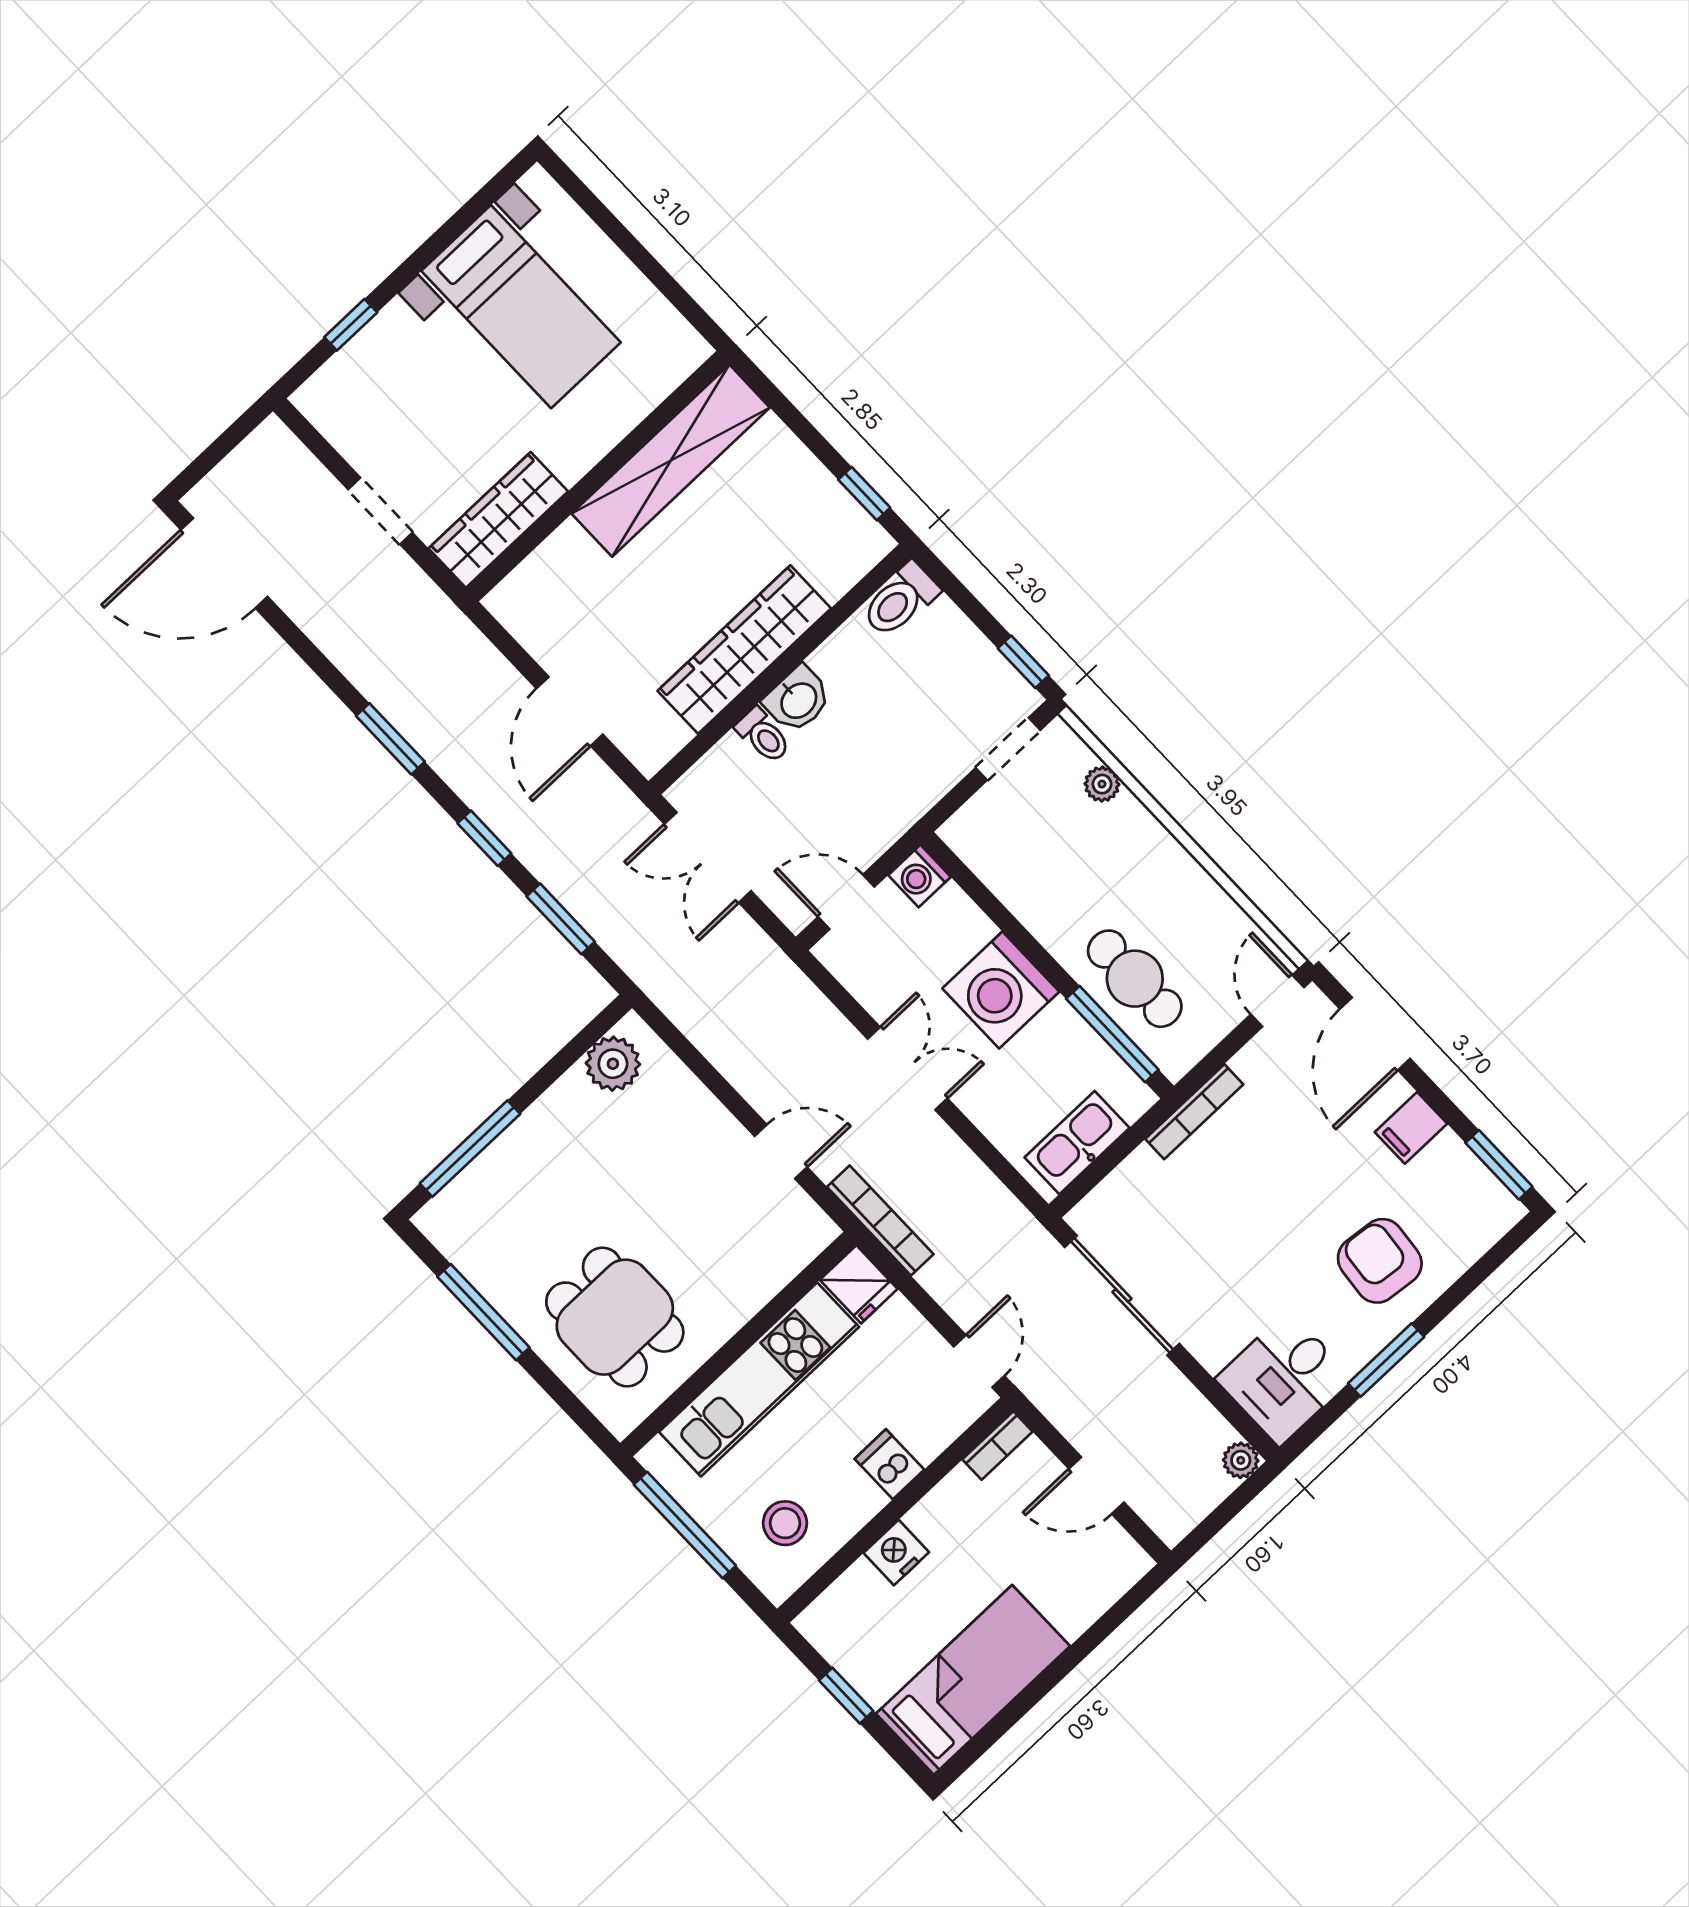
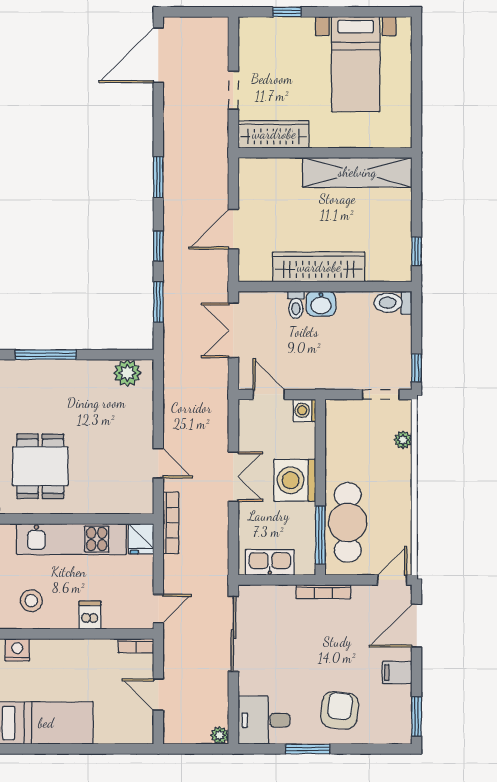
door: (224, 563) -> (158, 55), hinge flipped
cafe table: (1135, 979) -> (348, 522), width x1.37, depth x1.35
nightstand: (896, 1553) -> (17, 650), moved

